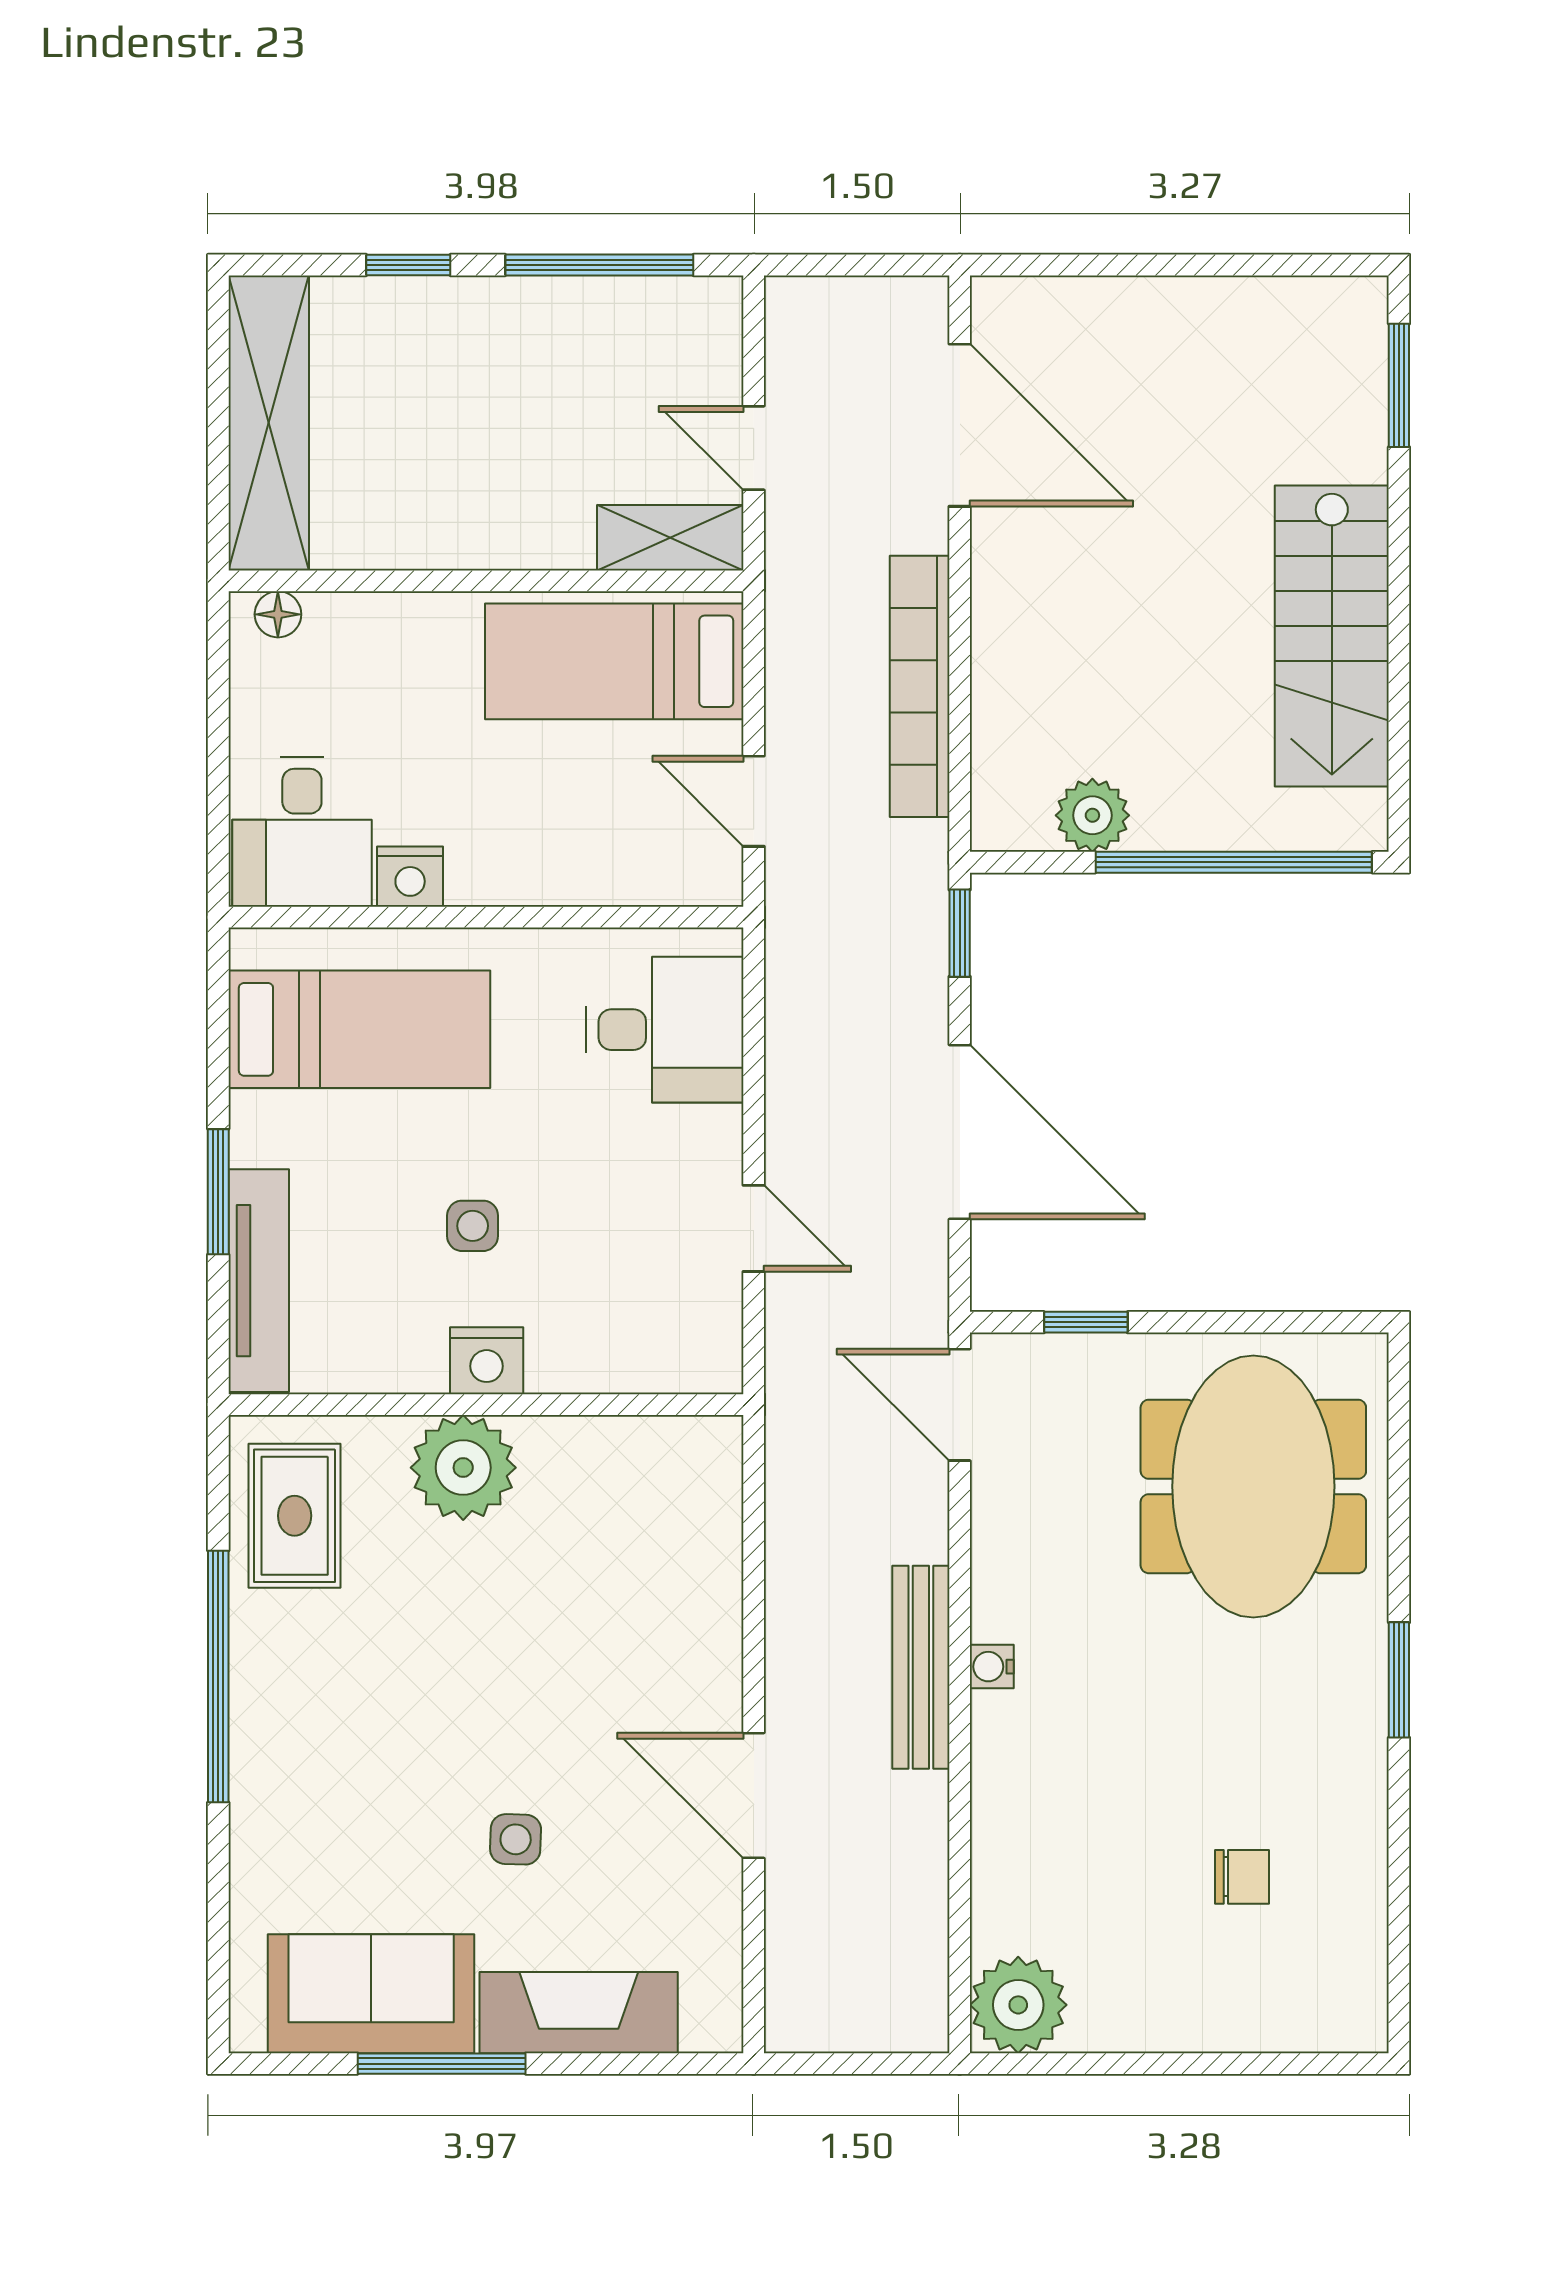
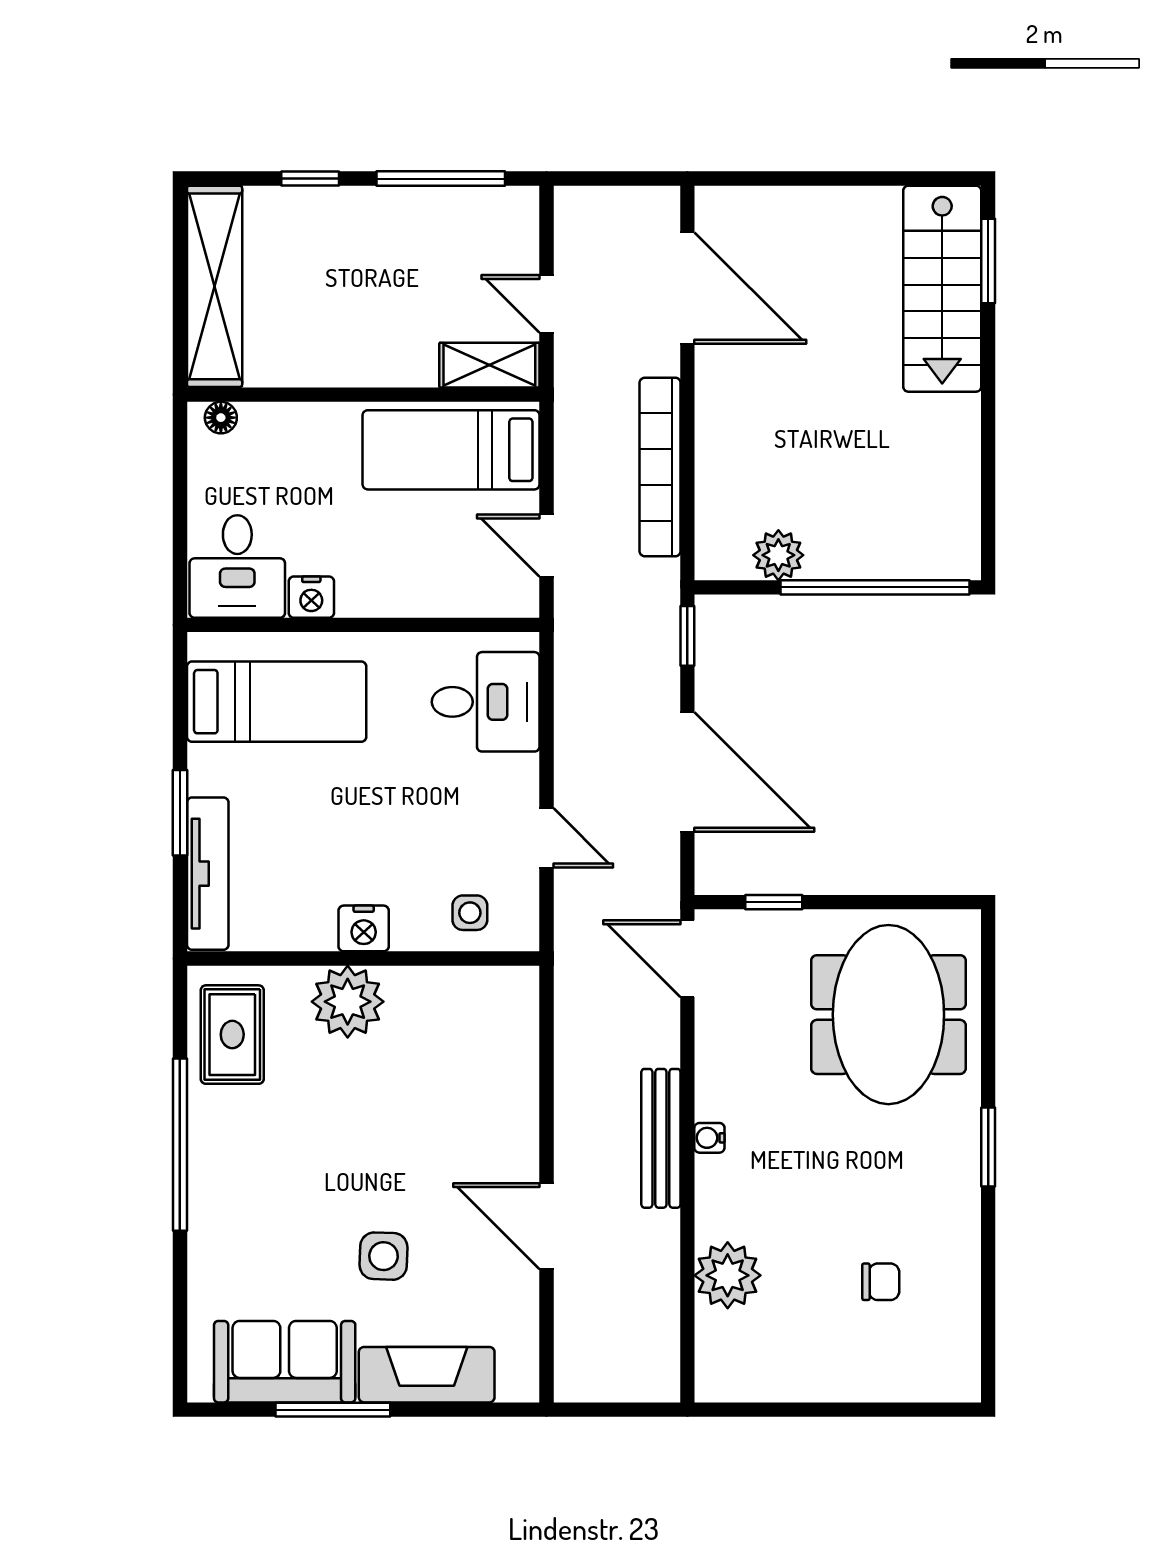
stairs: (1332, 636) -> (942, 289), moved
side table: (473, 1226) -> (470, 913), moved
side table: (516, 1839) -> (383, 1256), width x1.37, depth x1.37
plant: (1018, 2005) -> (728, 1275), moved

